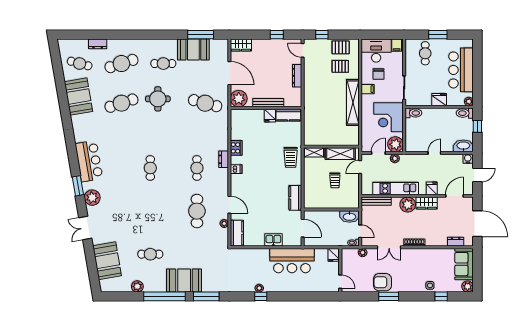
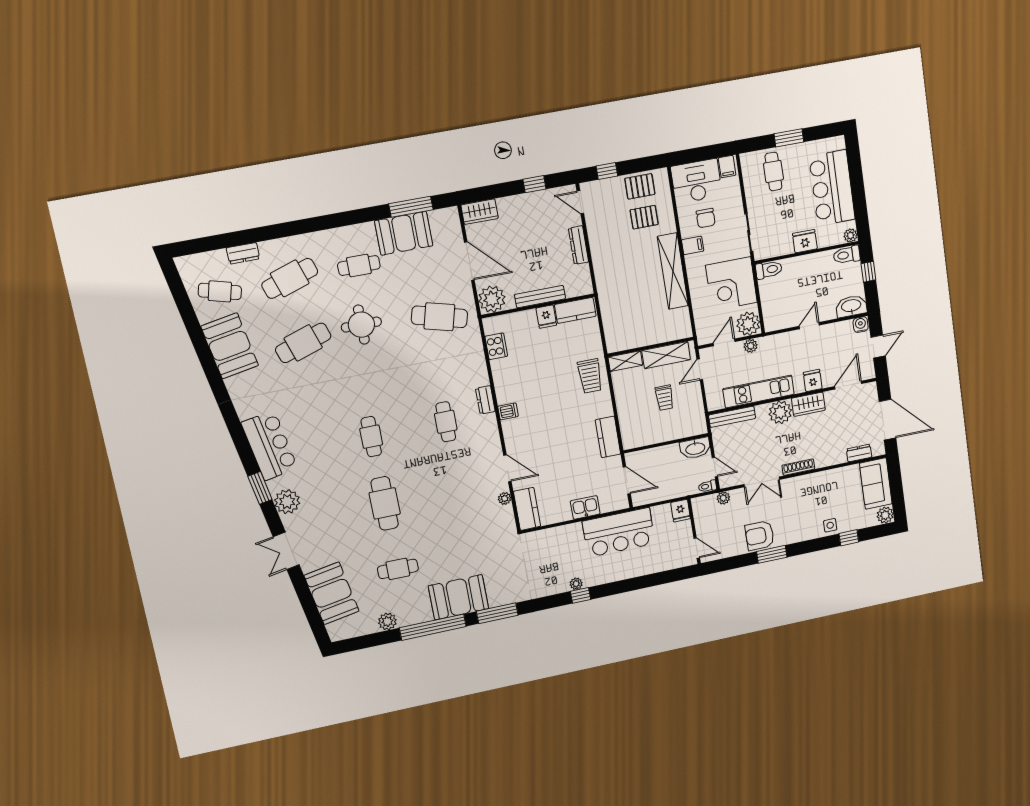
cooker: (236, 148) -> (496, 346), moved
cafe table: (197, 211) -> (385, 503), moved

